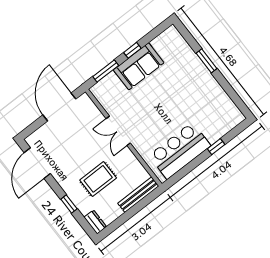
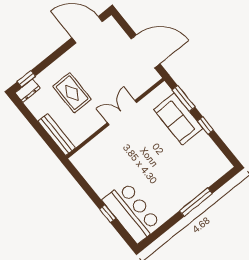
window: (206, 61) -> (196, 202), width x1.44
sofa: (139, 66) -> (178, 119), moved
bar counter: (180, 151) -> (132, 212), moved
window: (69, 204) -> (26, 79), moved

